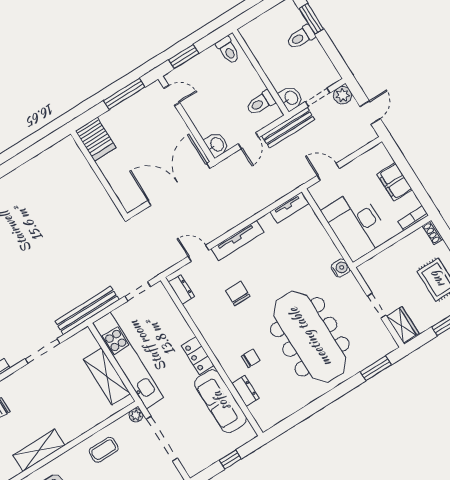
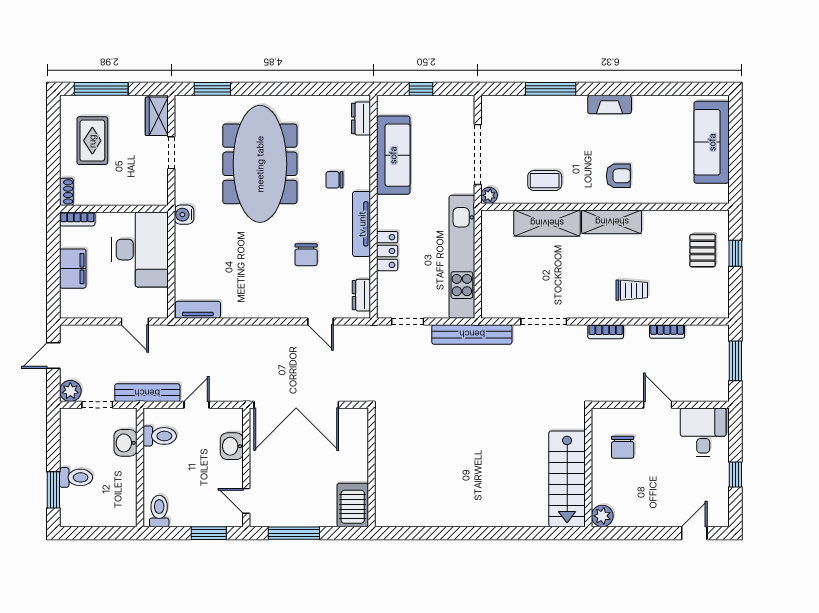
washbasin: (291, 98) -> (125, 443), moved
washbasin: (217, 145) -> (232, 446), moved
tv unit: (237, 240) -> (362, 224), moved, turned -90
locker: (198, 356) -> (387, 251), moved
shelving: (107, 376) -> (547, 223), moved, turned 90
dresser: (246, 391) -> (361, 118), moved

